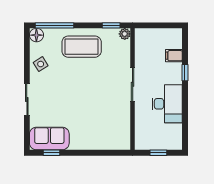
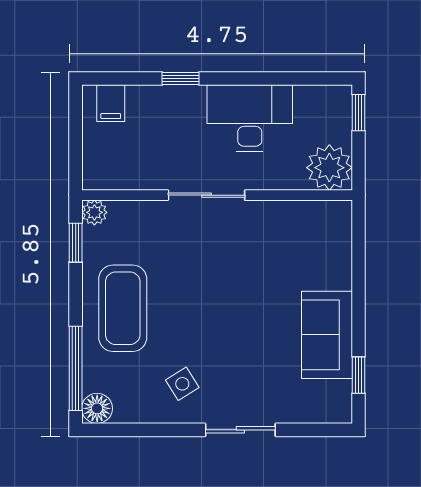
filing cabinet: (174, 56) -> (111, 103), moved
side table: (41, 64) -> (182, 384), moved
sofa: (49, 139) -> (327, 335), moved
plant: (145, 140) -> (329, 168), added
window: (158, 153) -> (358, 113), moved

